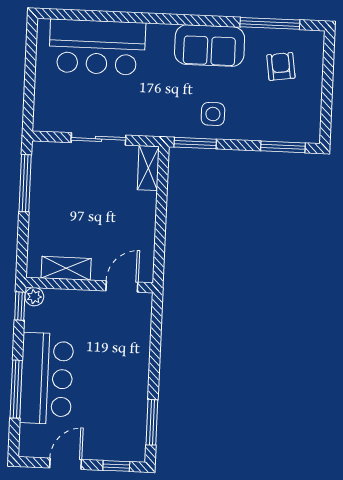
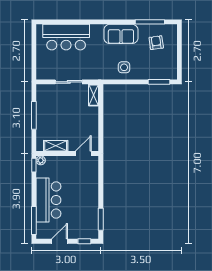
window: (195, 143) -> (116, 82), removed
window: (25, 183) -> (34, 115), moved
window: (16, 389) -> (34, 220), moved

